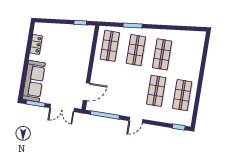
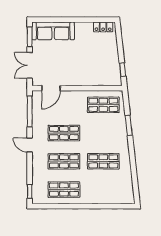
locker: (36, 44) -> (103, 27), moved
shop shelf: (136, 50) -> (64, 133), moved
door: (86, 92) -> (51, 88), hinge flipped

